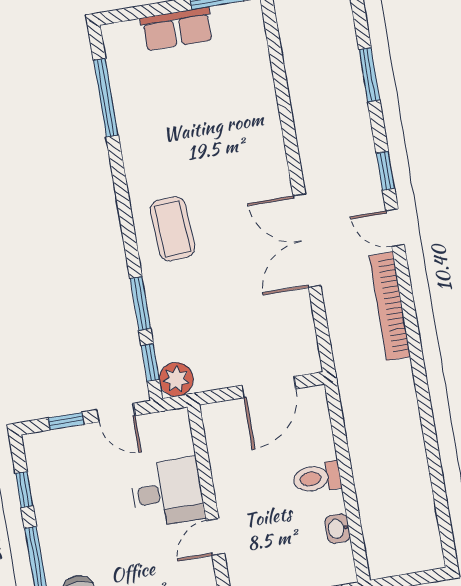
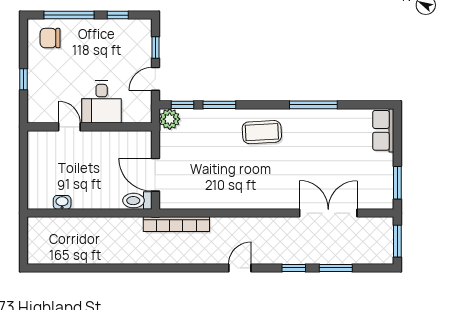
row of seats: (177, 29) -> (383, 130), moved
window: (106, 98) -> (313, 105), moved
window: (385, 171) -> (294, 268), moved
double door: (307, 241) -> (328, 213), moved
bookcase: (390, 306) -> (176, 224), moved, turned 180
toilet: (317, 478) -> (137, 201), moved, turned -90

